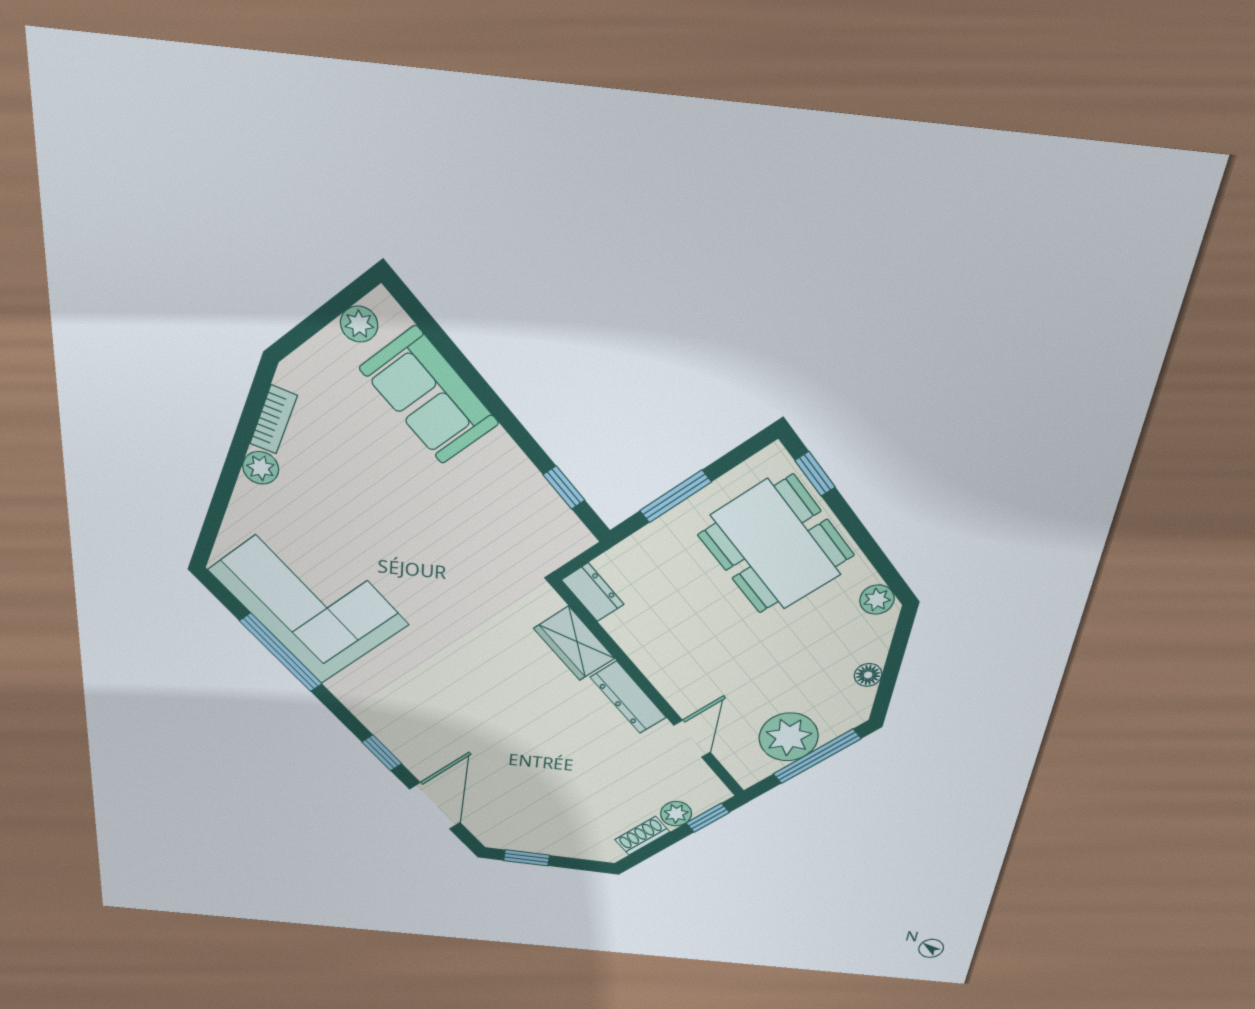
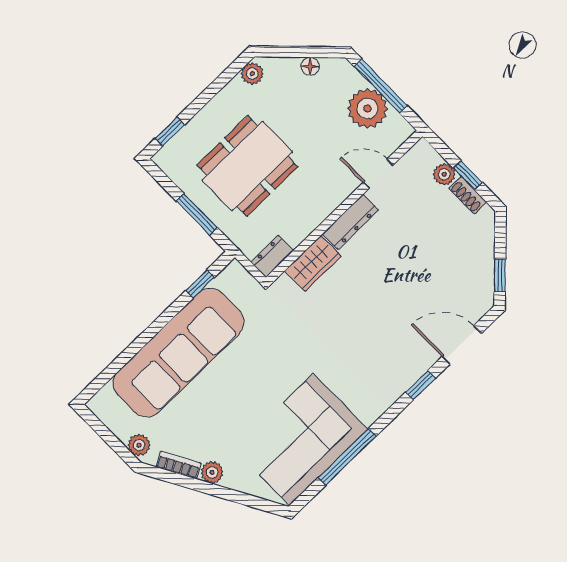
plant: (359, 324) -> (139, 445), moved
sofa: (429, 396) -> (178, 353), width x1.85, depth x1.27
dining table: (776, 545) -> (247, 166), moved
window: (708, 818) -> (468, 175), moved

